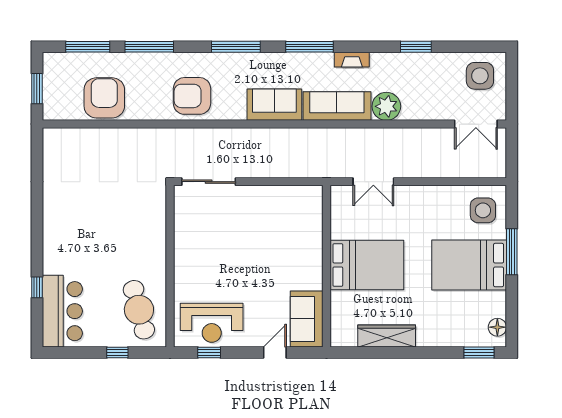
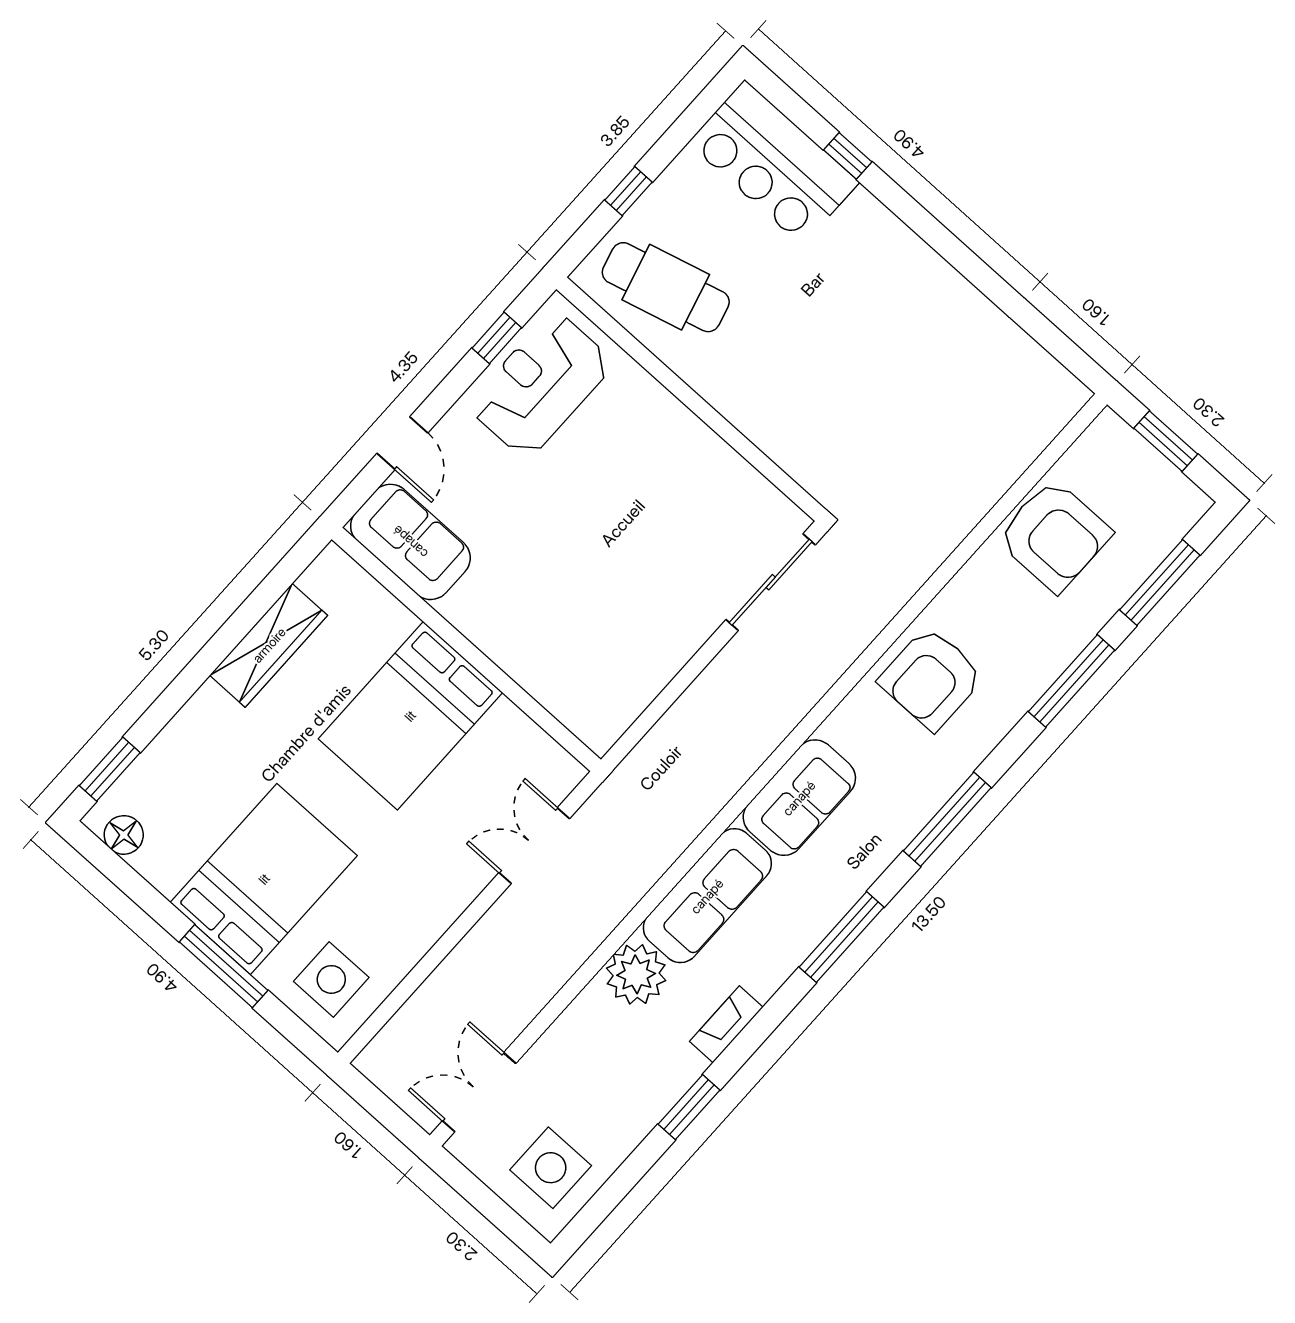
fireplace: (352, 60) -> (726, 1024), moved
armchair: (192, 96) -> (931, 678), turned 180

